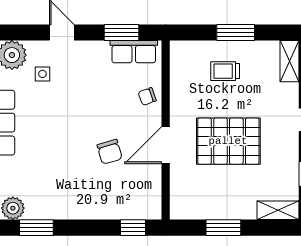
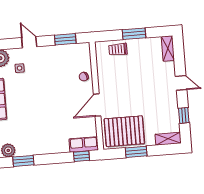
row of seats: (134, 52) -> (84, 144), moved, turned 180
trolley: (225, 71) -> (118, 49), moved
pallet: (228, 141) -> (124, 131), moved
chair: (110, 152) -> (64, 112), removed

